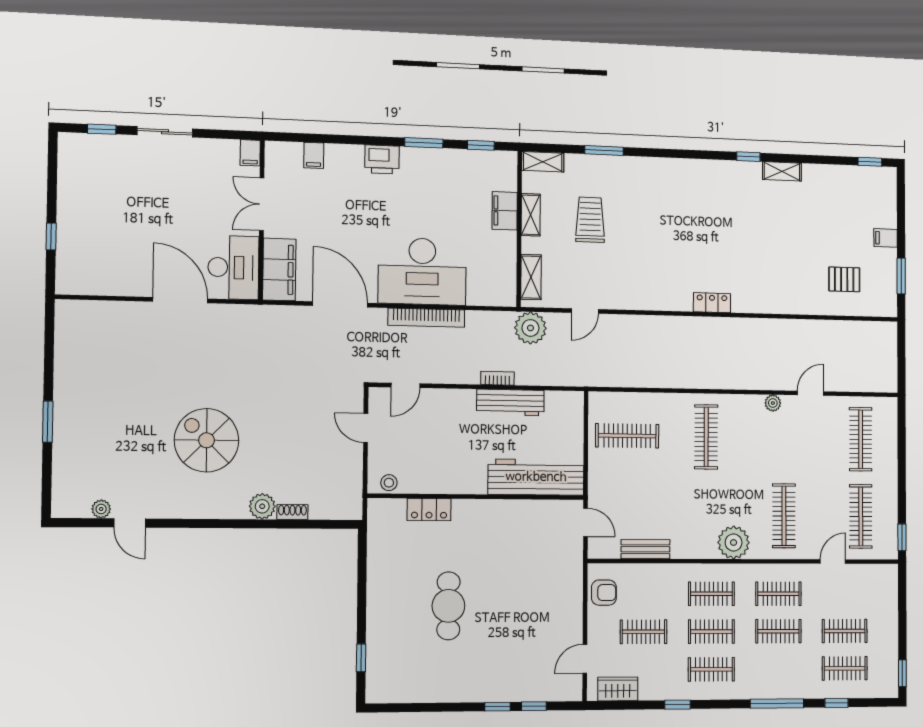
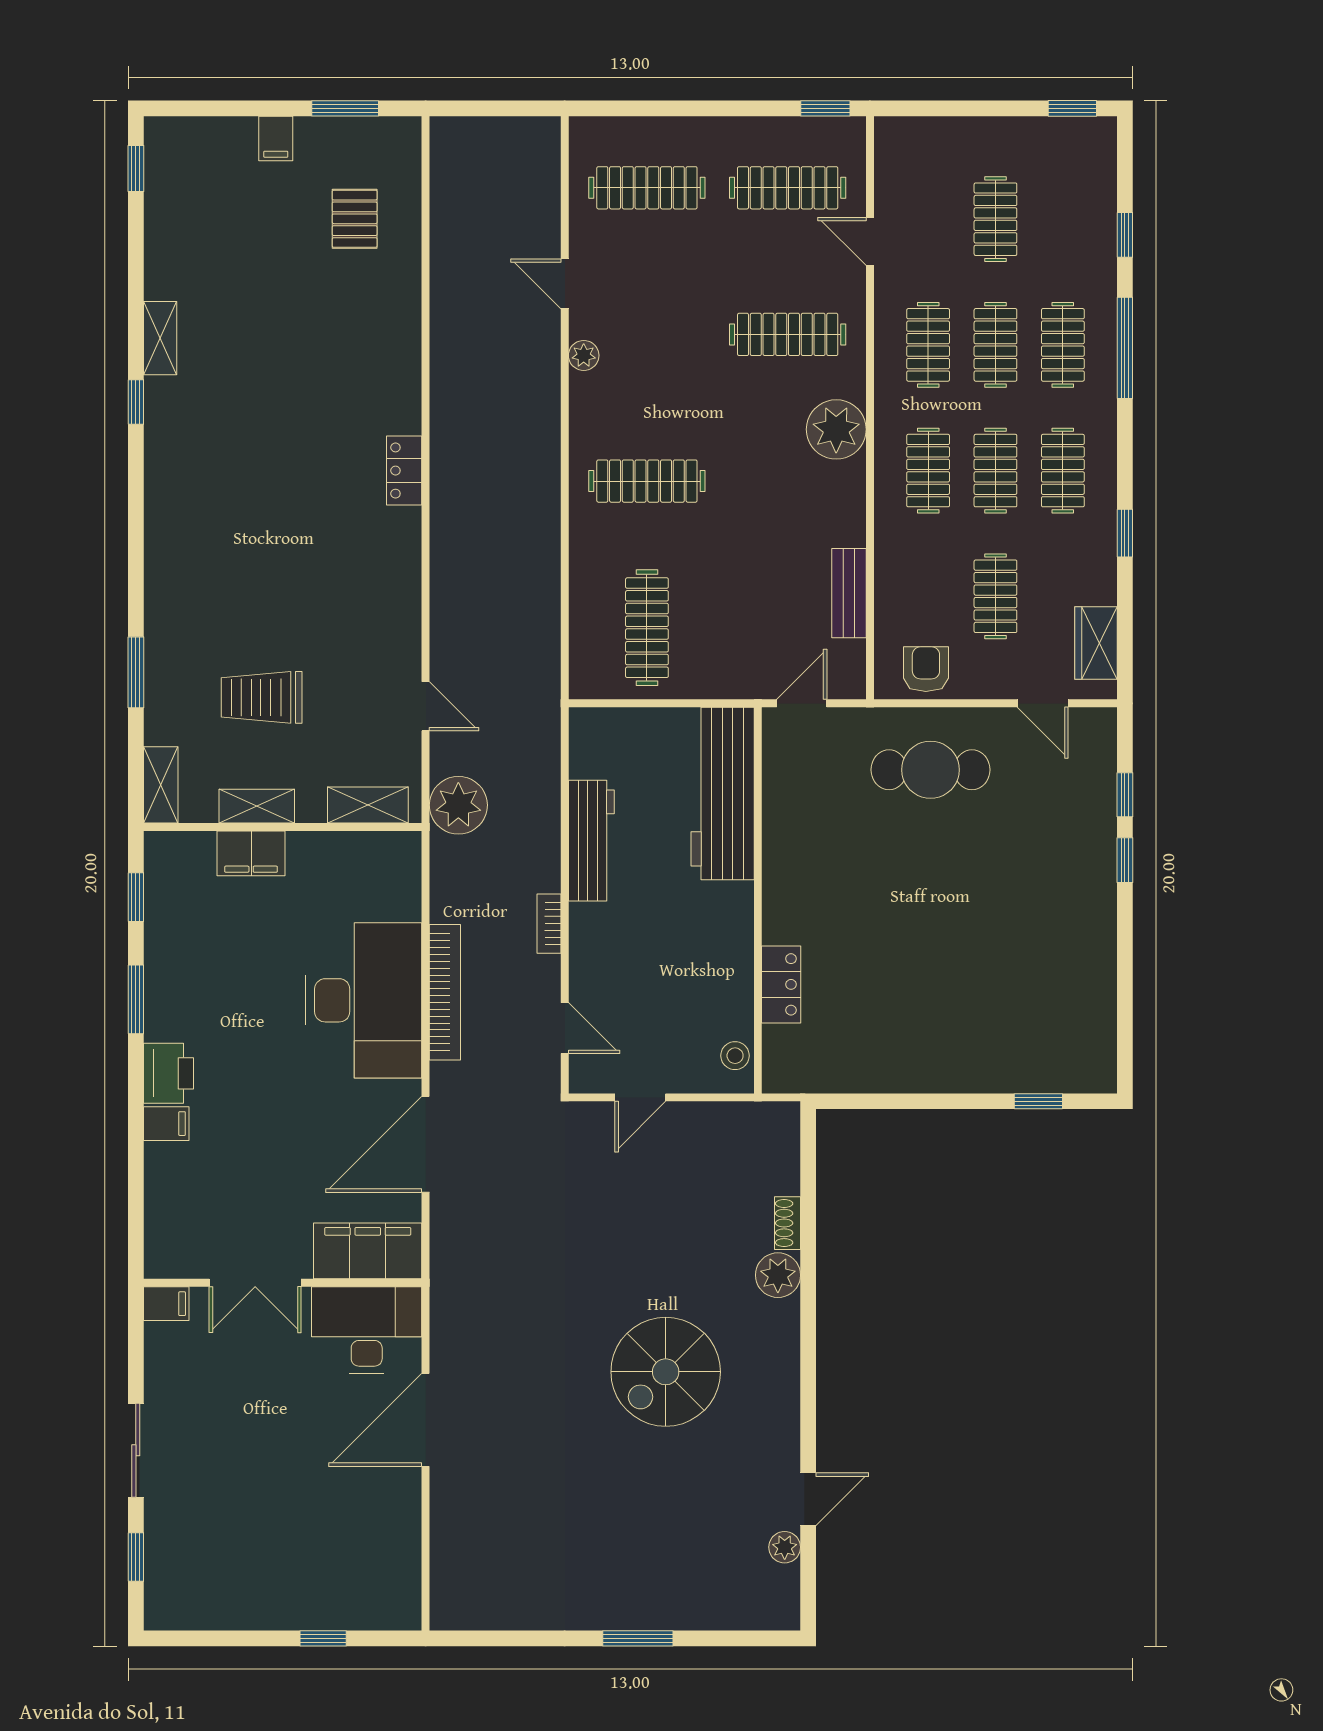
filing cabinet: (314, 155) -> (166, 1124), moved
bookcase: (497, 378) -> (549, 924), moved
cafe table: (448, 606) -> (930, 770), moved
clothes rail: (845, 668) -> (1063, 345), moved

